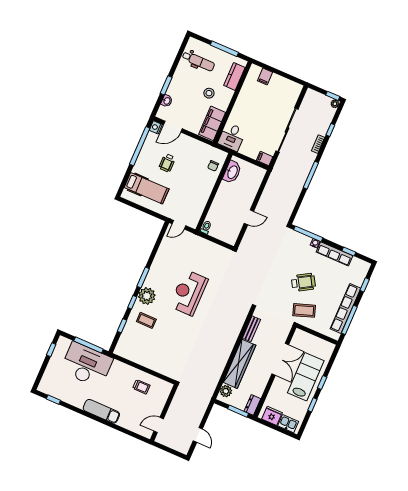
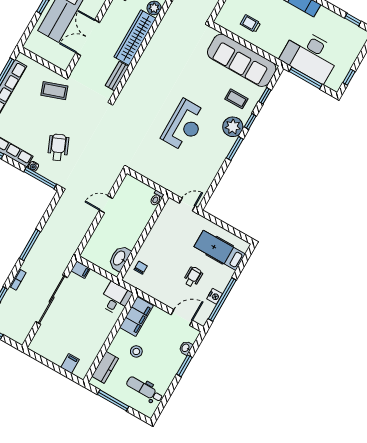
nightstand: (156, 127) -> (215, 296), moved
wheelchair: (303, 282) -> (58, 147), moved, turned 98
sofa: (145, 354) -> (242, 60), added

